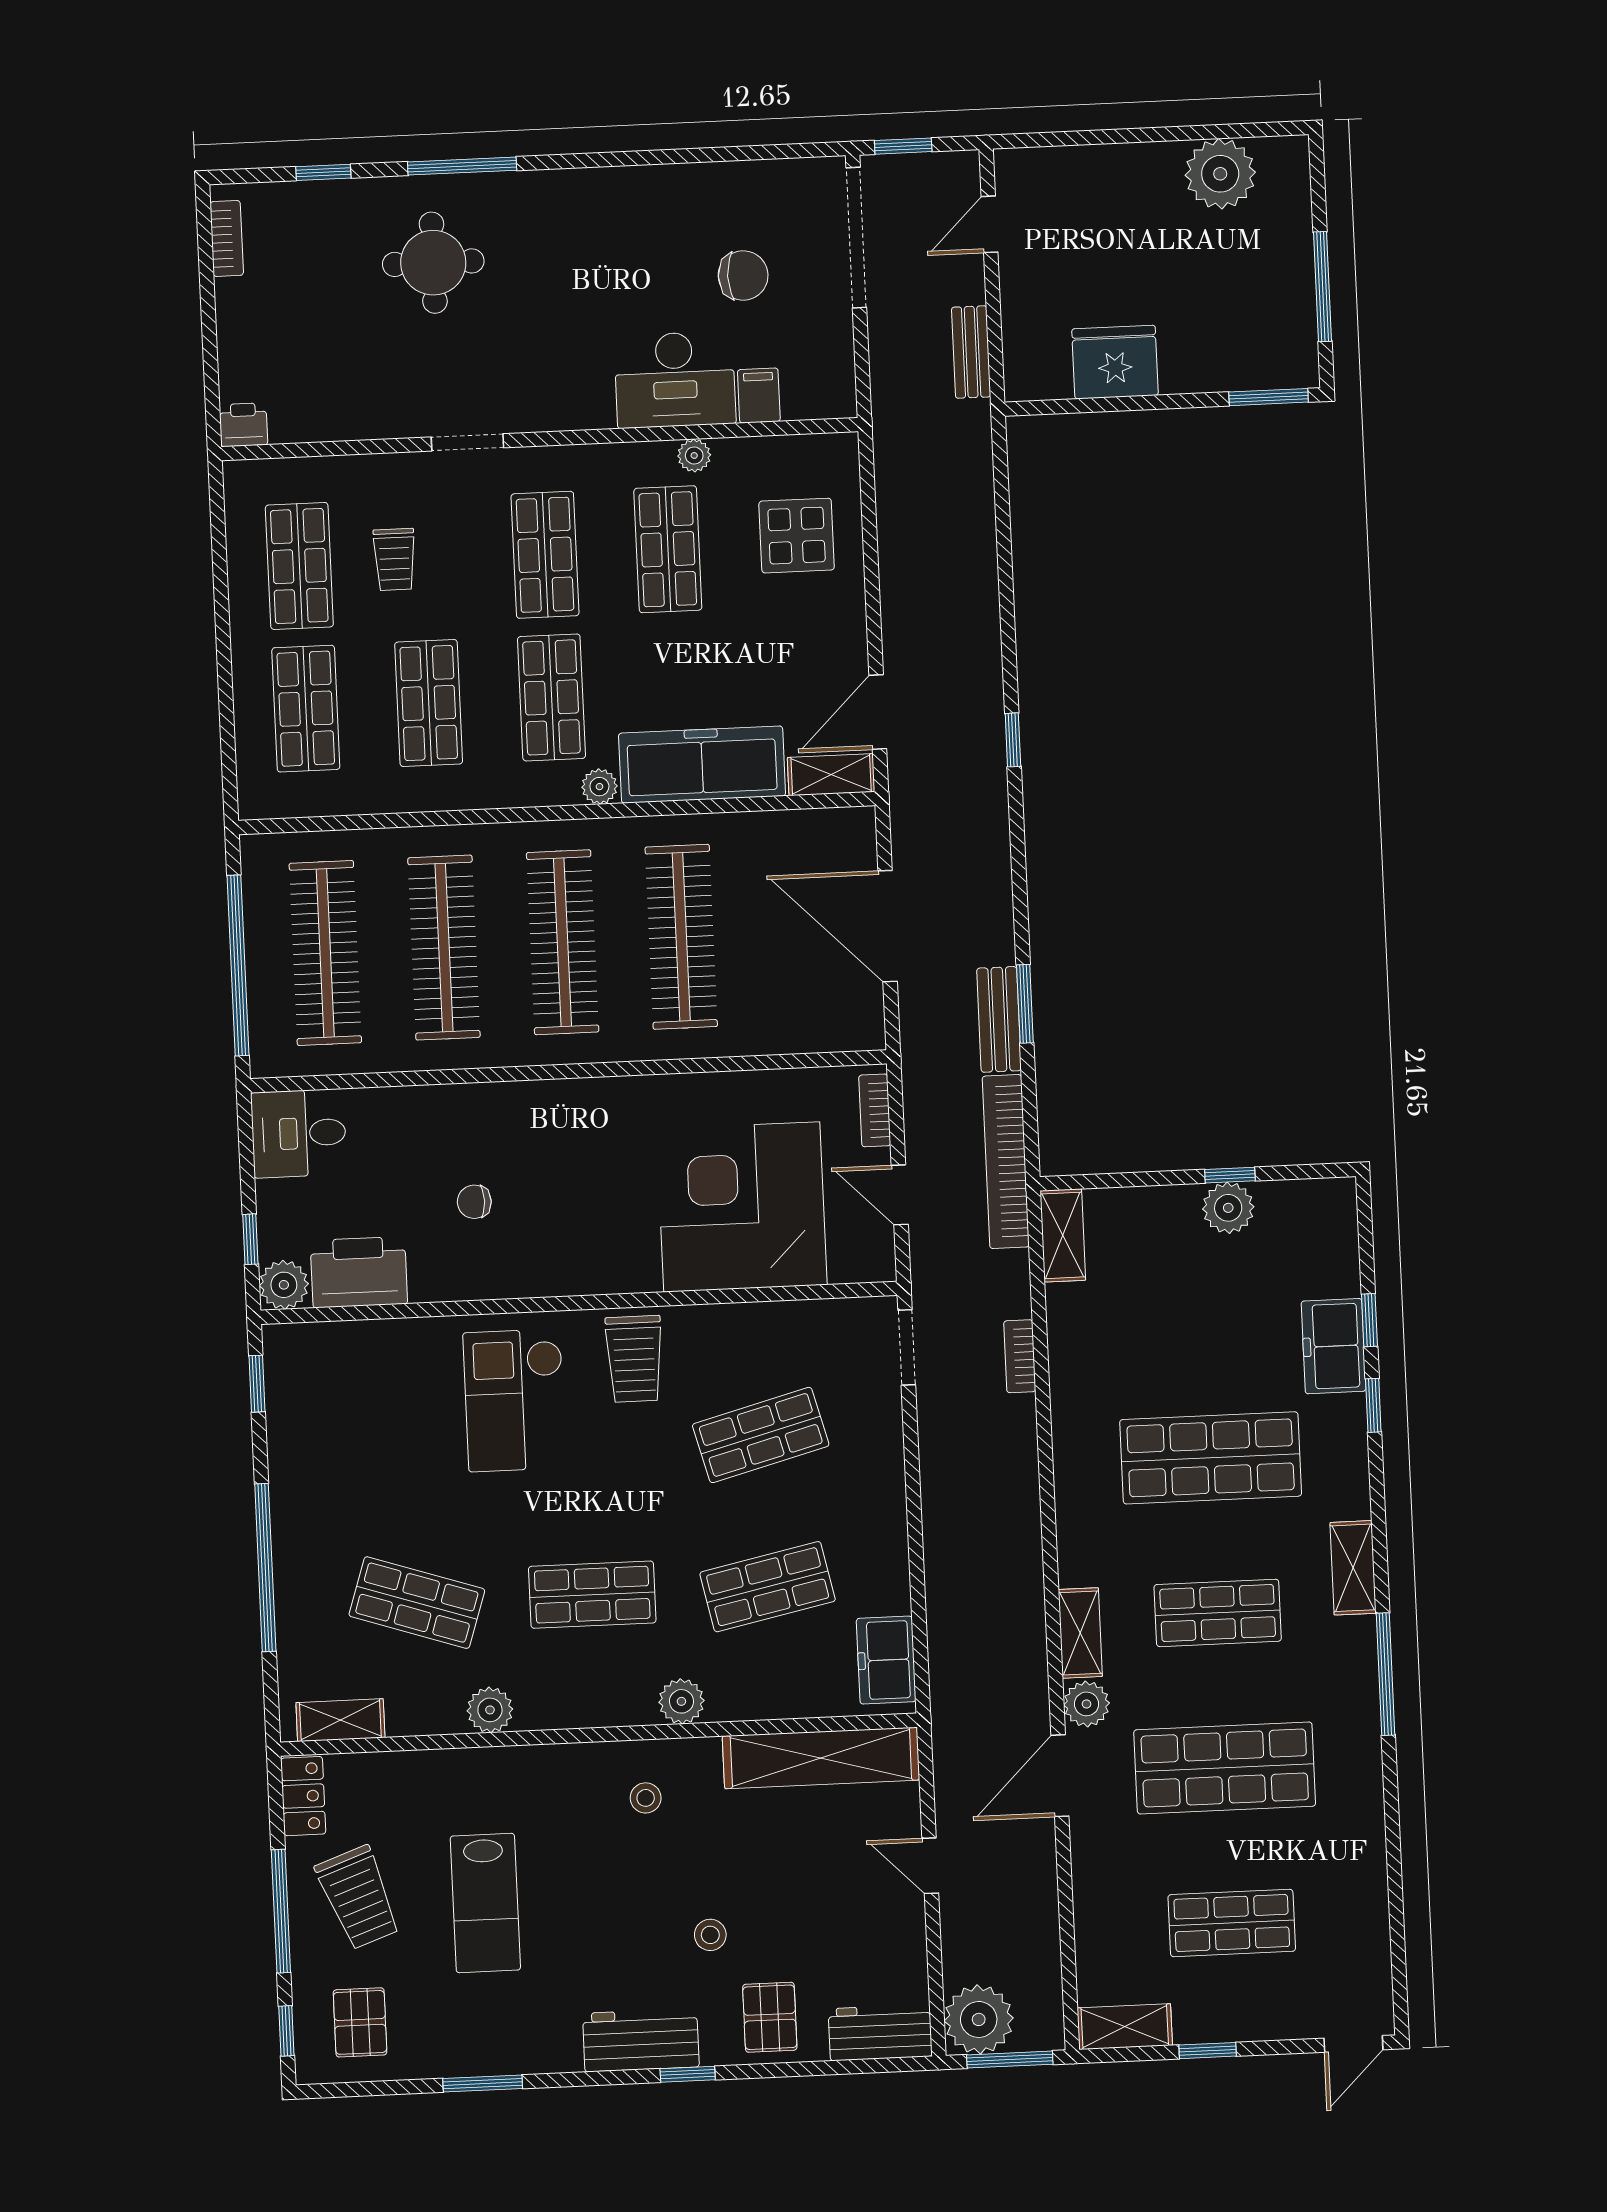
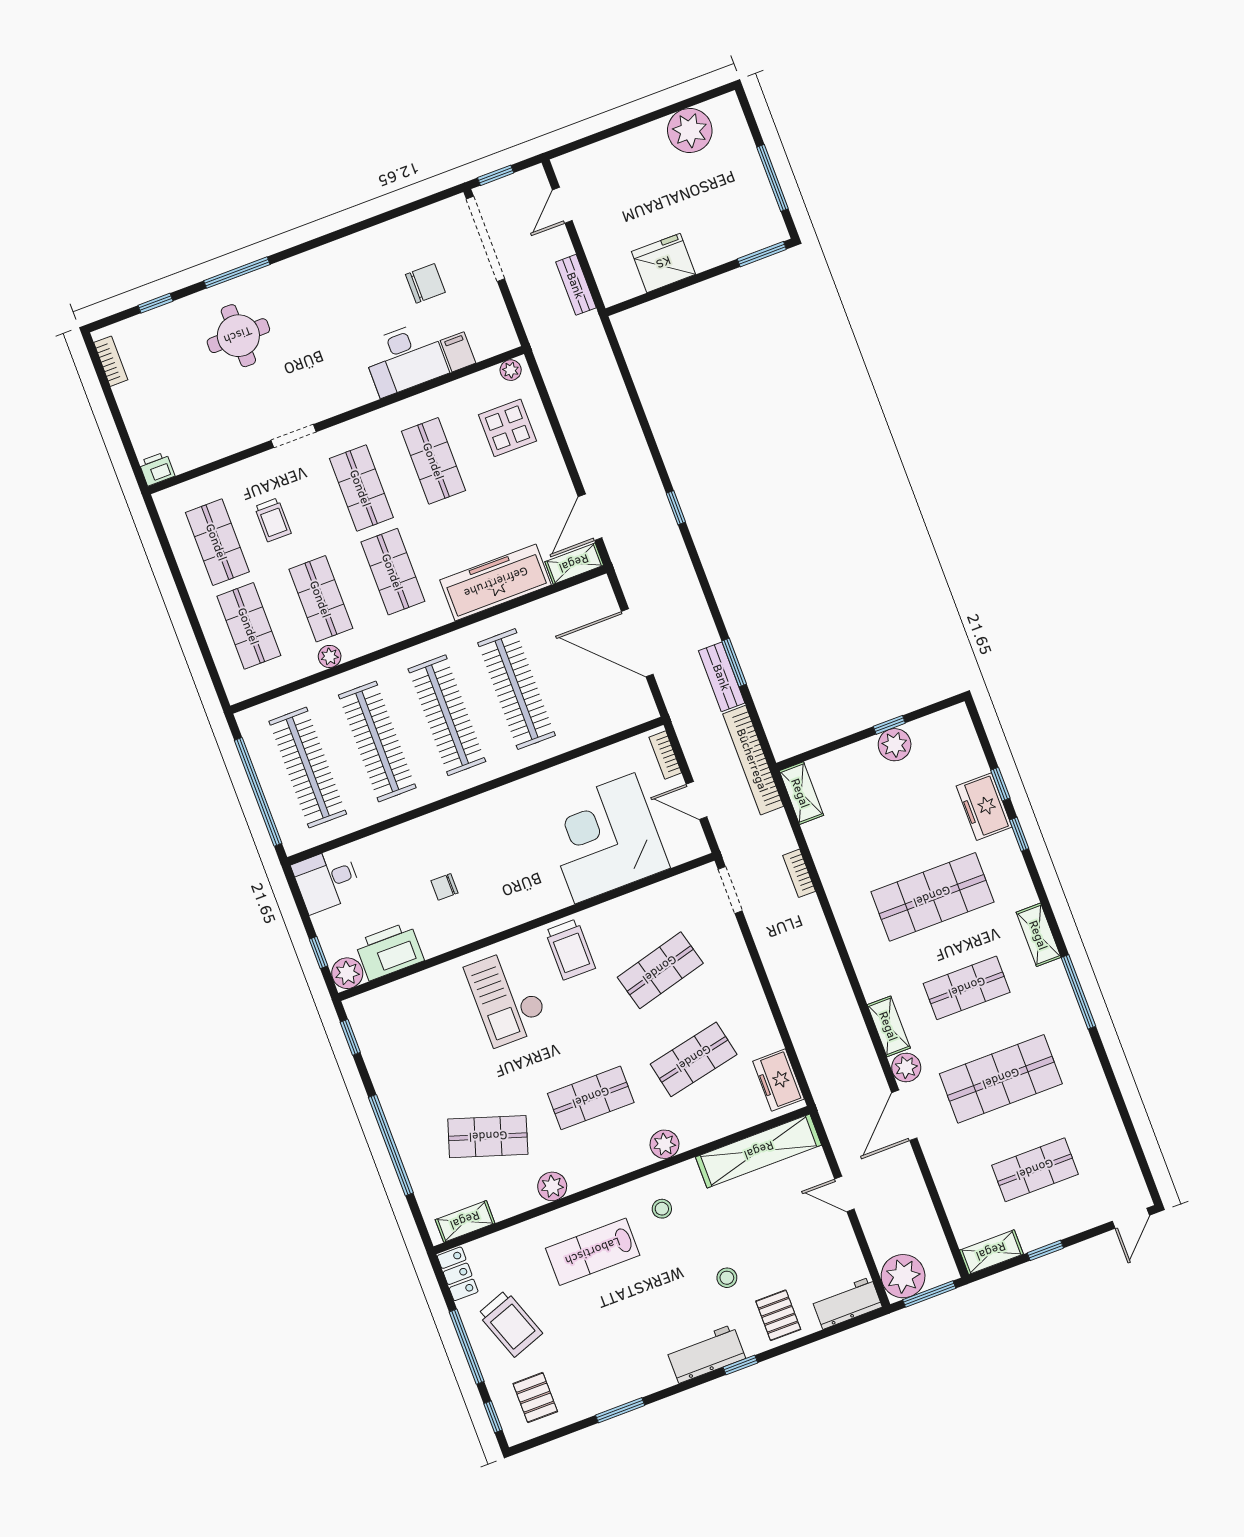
plant: (694, 455) -> (511, 370), moved
plant: (599, 787) -> (330, 656), moved
lab bench: (485, 1903) -> (593, 1252), moved, turned 90

